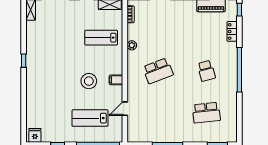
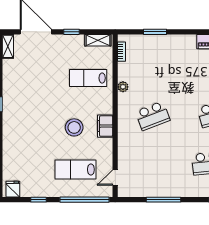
filing cabinet: (116, 80) -> (105, 126), width x2.00
door: (125, 109) -> (115, 178), moved

